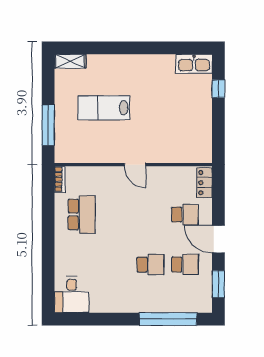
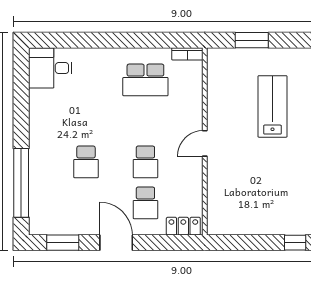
window: (48, 125) -> (252, 40), width x0.69
door: (218, 239) -> (116, 243), hinge flipped
school desk: (185, 264) -> (145, 162), moved

